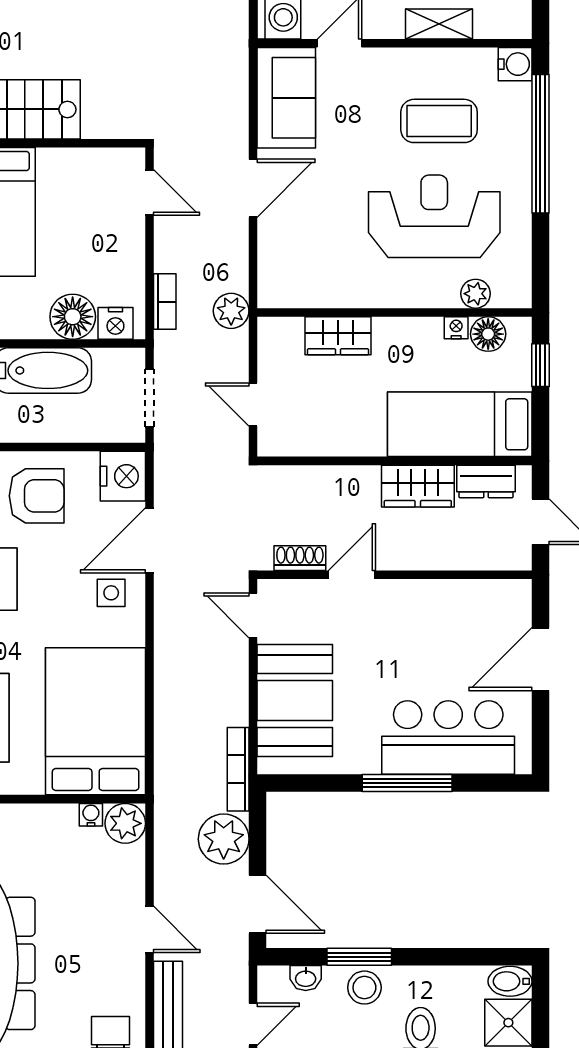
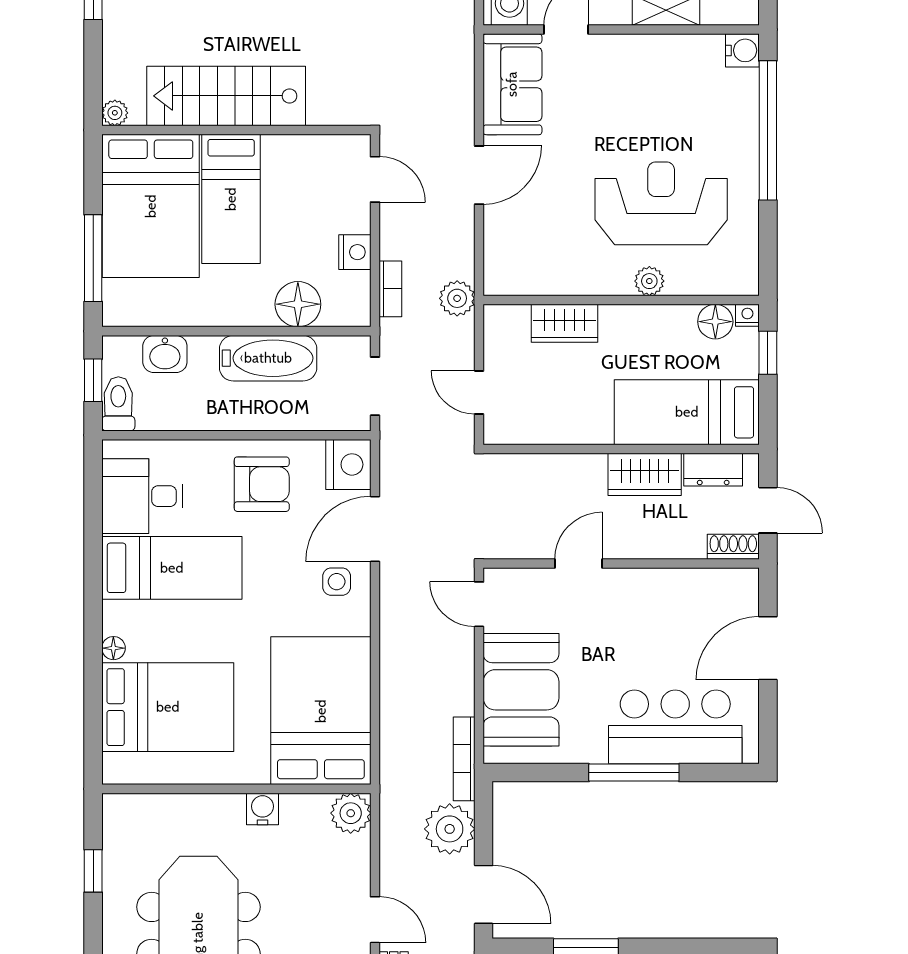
coffee table: (439, 121) -> (666, 108), removed
plant: (476, 294) -> (649, 281), moved
nightstand: (115, 323) -> (355, 252), moved, turned -90
nightstand: (456, 328) -> (747, 315), moved
shoe rack: (300, 558) -> (733, 547), moved
water cooler: (91, 815) -> (263, 809), moved, width x1.38, depth x1.38

